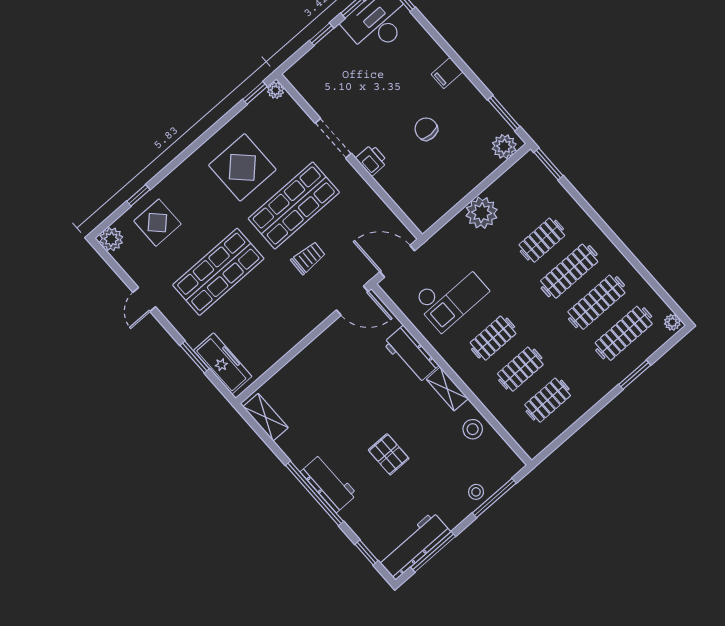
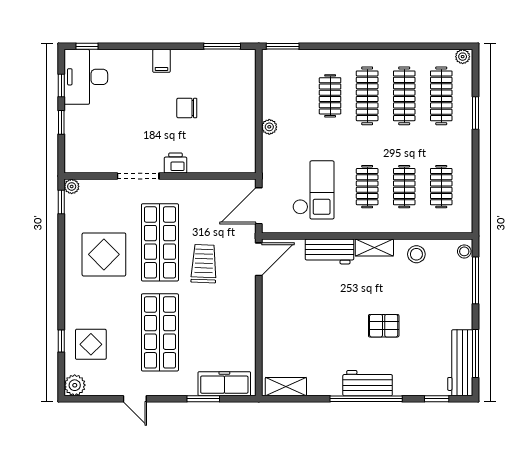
plant: (504, 147) -> (245, 66), removed
plant: (482, 213) -> (269, 127), width x0.53, depth x0.53
trolley: (308, 258) -> (204, 264), width x1.36, depth x1.39
stool: (476, 492) -> (464, 251), moved

